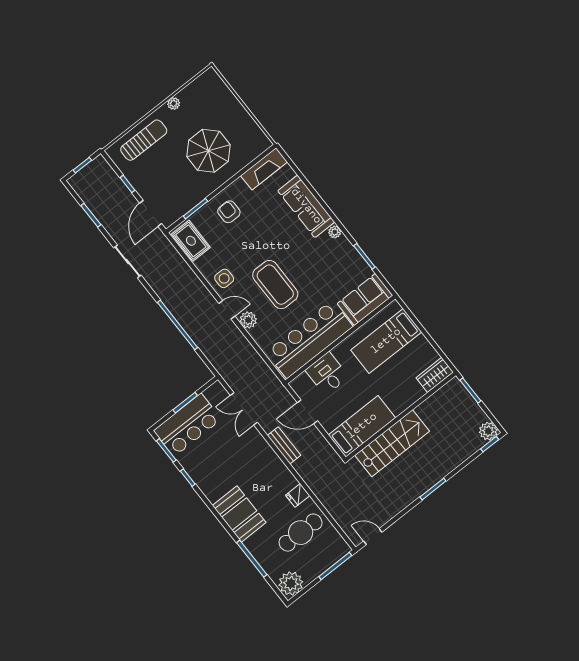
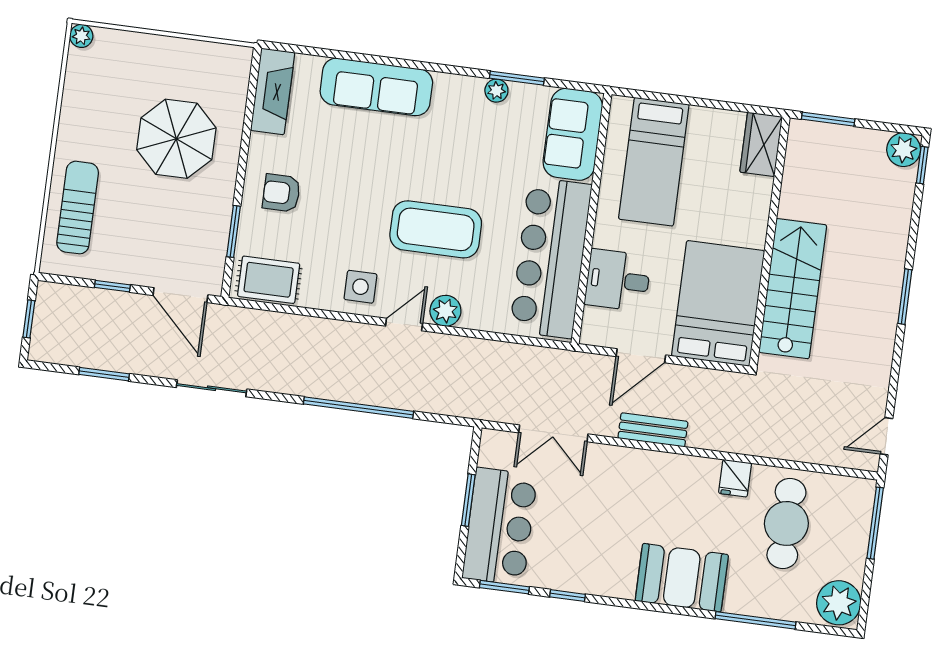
plant: (174, 104) -> (81, 36), moved
plant: (335, 232) -> (496, 91), moved
bed: (362, 426) -> (718, 303), width x1.50

